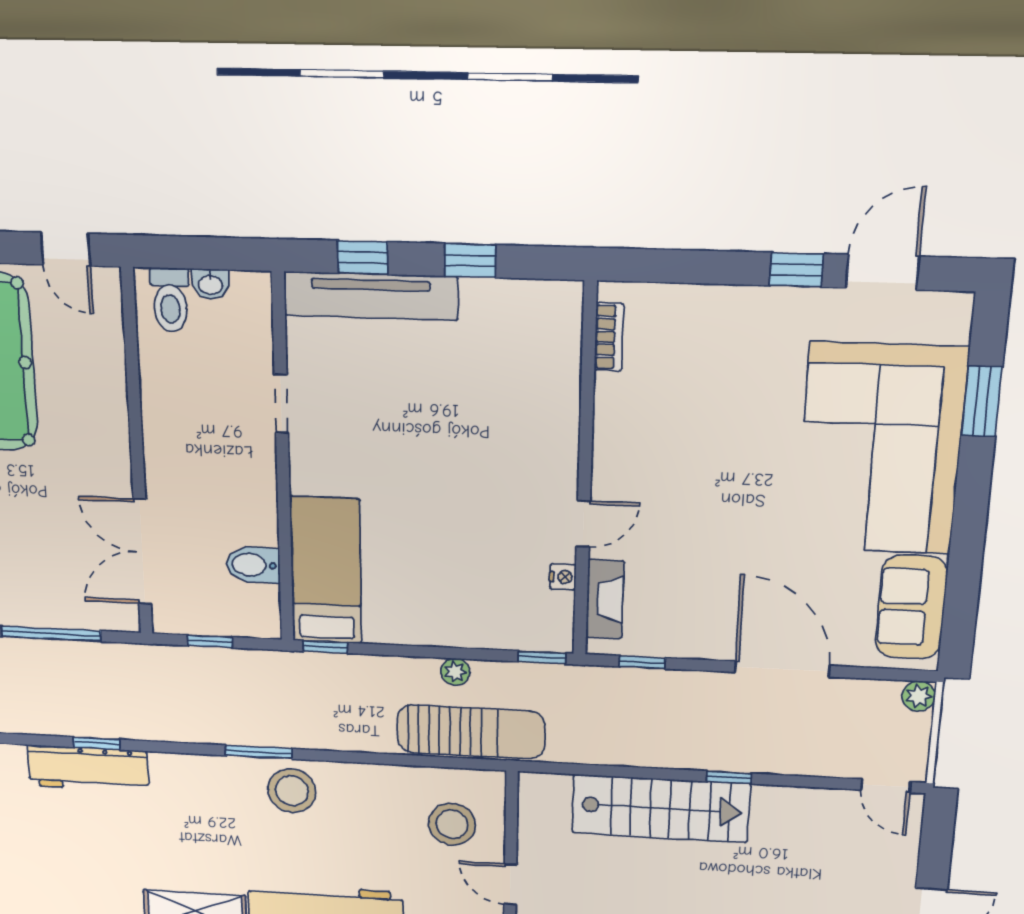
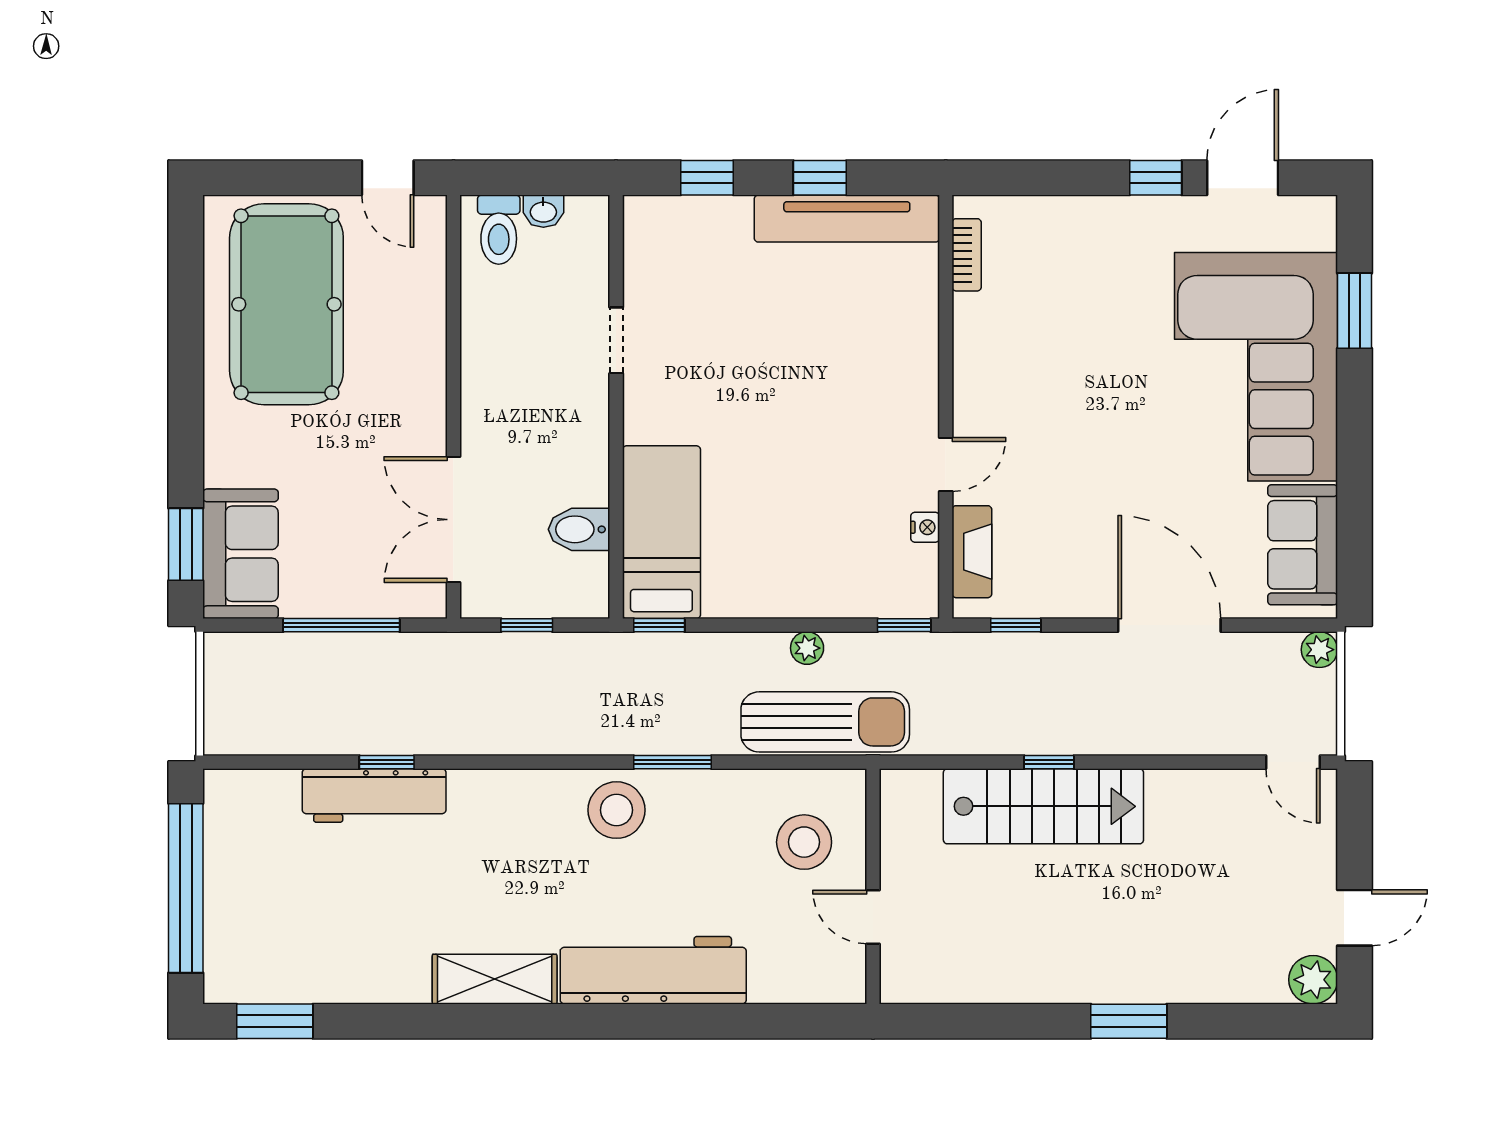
tv unit: (371, 296) -> (847, 219), moved
window: (259, 752) -> (673, 762), moved
window: (729, 777) -> (1049, 762), moved

